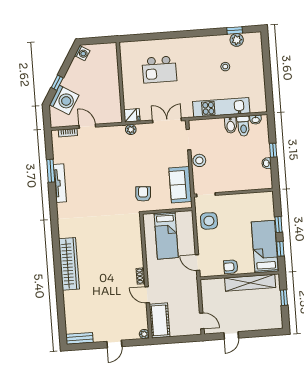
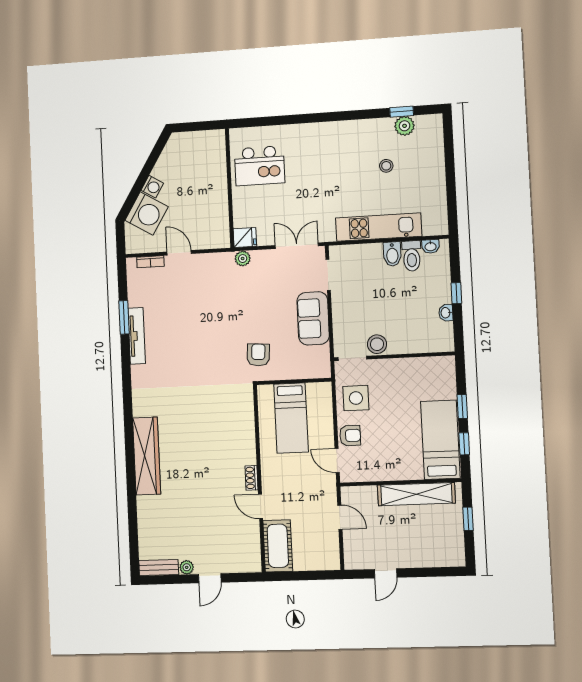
washing machine: (82, 53) -> (152, 187), moved
kitchen island: (159, 70) -> (260, 166), moved
window: (57, 83) -> (137, 188), removed
stool: (199, 160) -> (377, 344), moved
sofa: (180, 185) -> (313, 318), moved
armchair: (231, 267) -> (350, 436), moved, turned 180
door: (202, 321) -> (340, 517), moved
plant: (144, 334) -> (187, 567), moved

